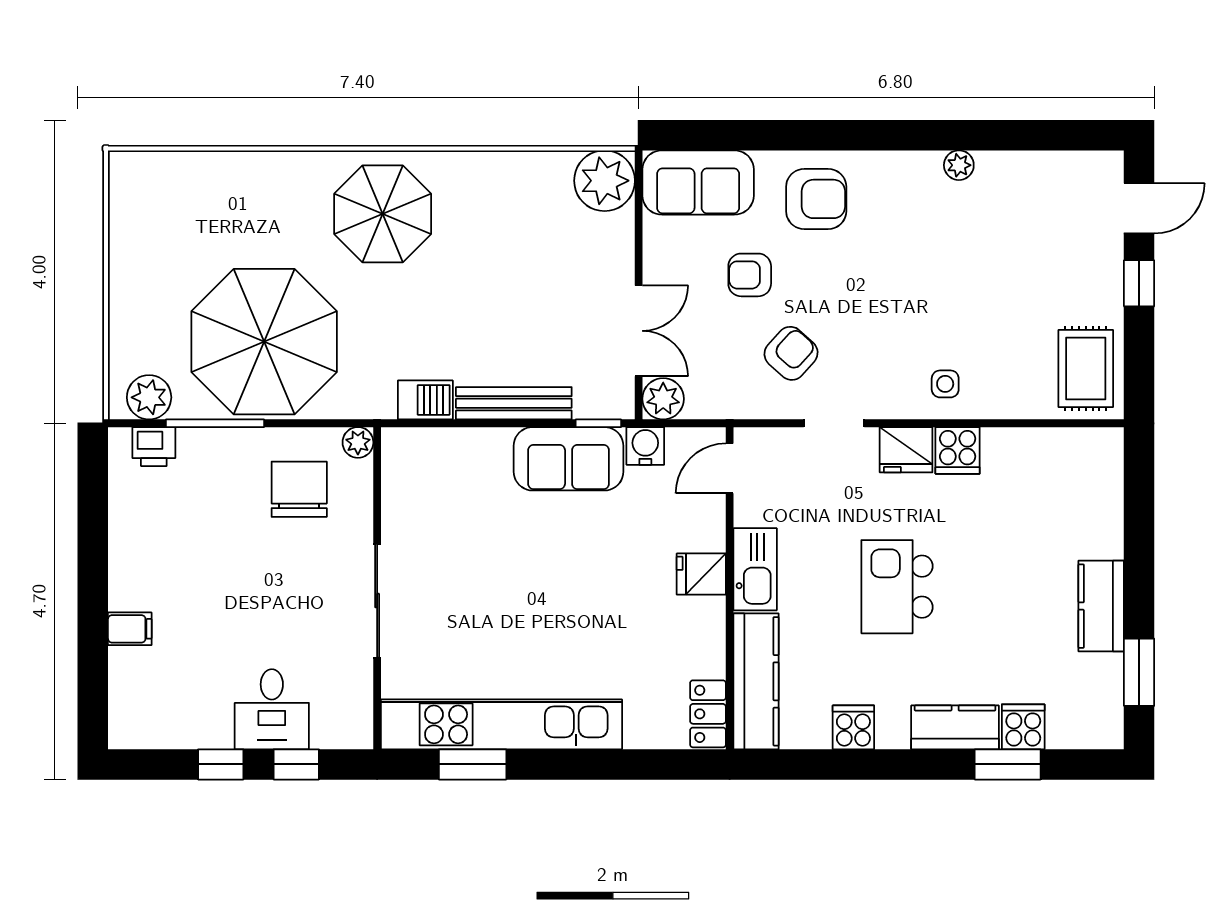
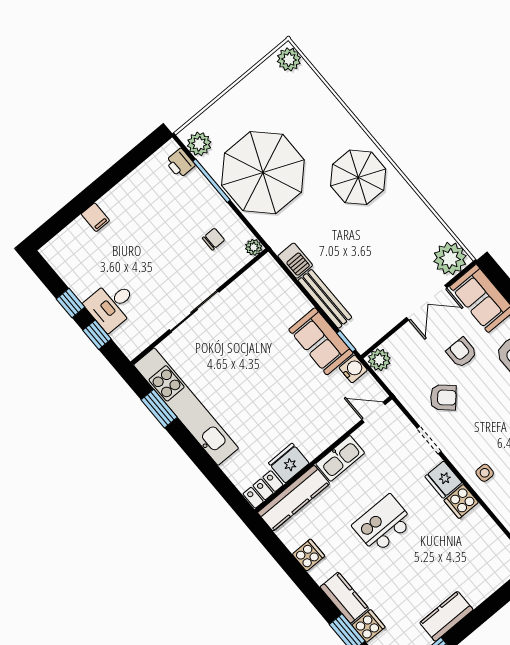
plant: (136, 172) -> (289, 59), added
double door: (639, 331) -> (427, 303), moved
chair: (299, 489) -> (213, 239), width x0.54, depth x0.54
fridge: (701, 574) -> (289, 463), moved, width x1.38

